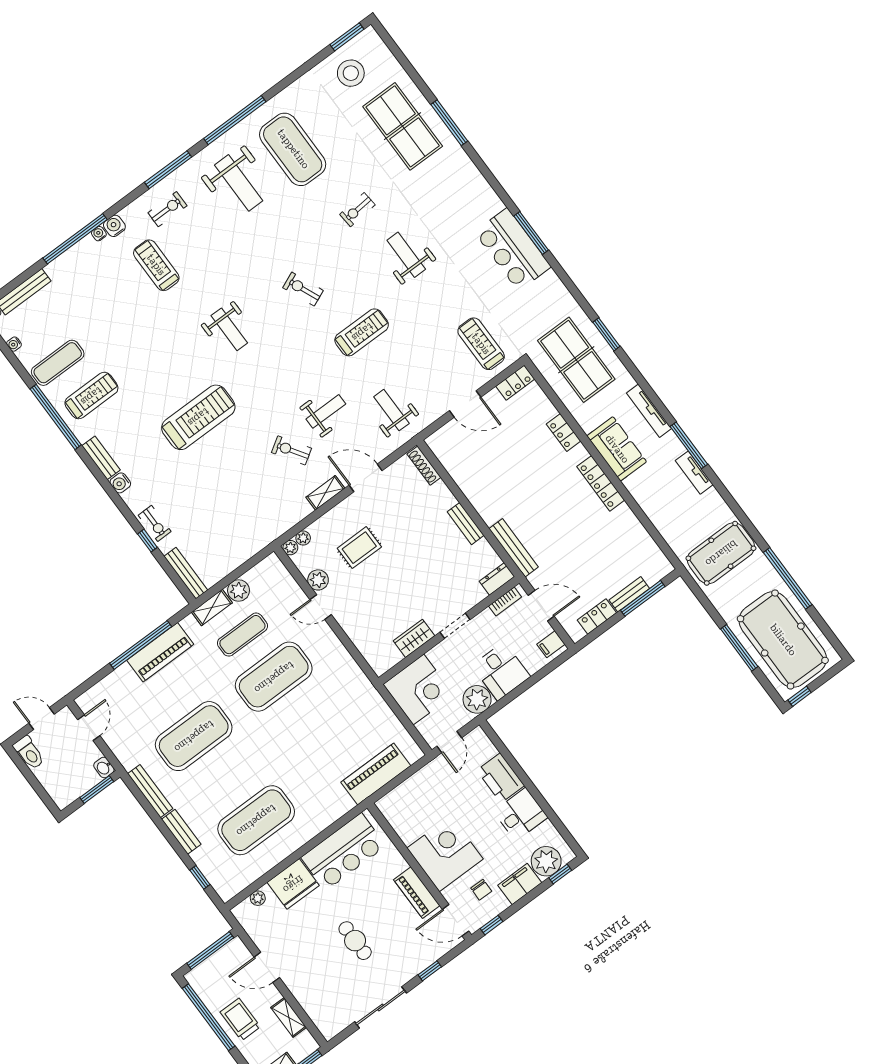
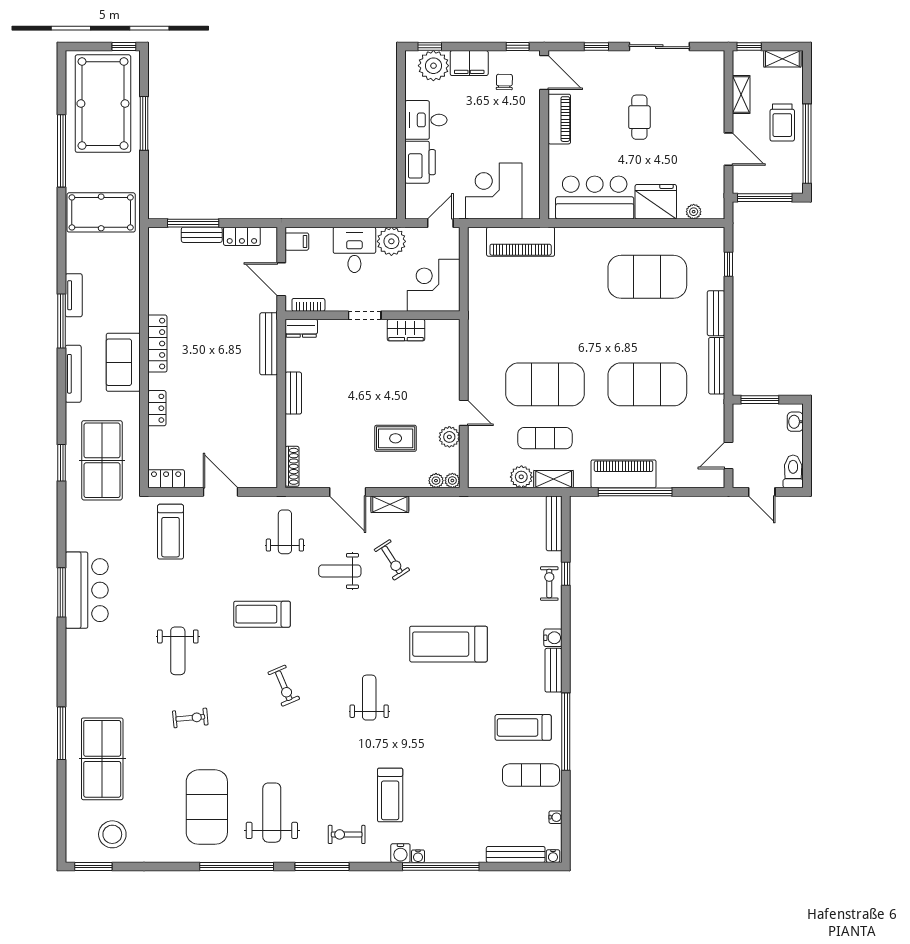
weight bench: (391, 410) -> (285, 532), turned 180
washbasin: (104, 768) -> (795, 422), moved, turned 180
corner desk: (445, 854) -> (494, 191), moved, turned 90

